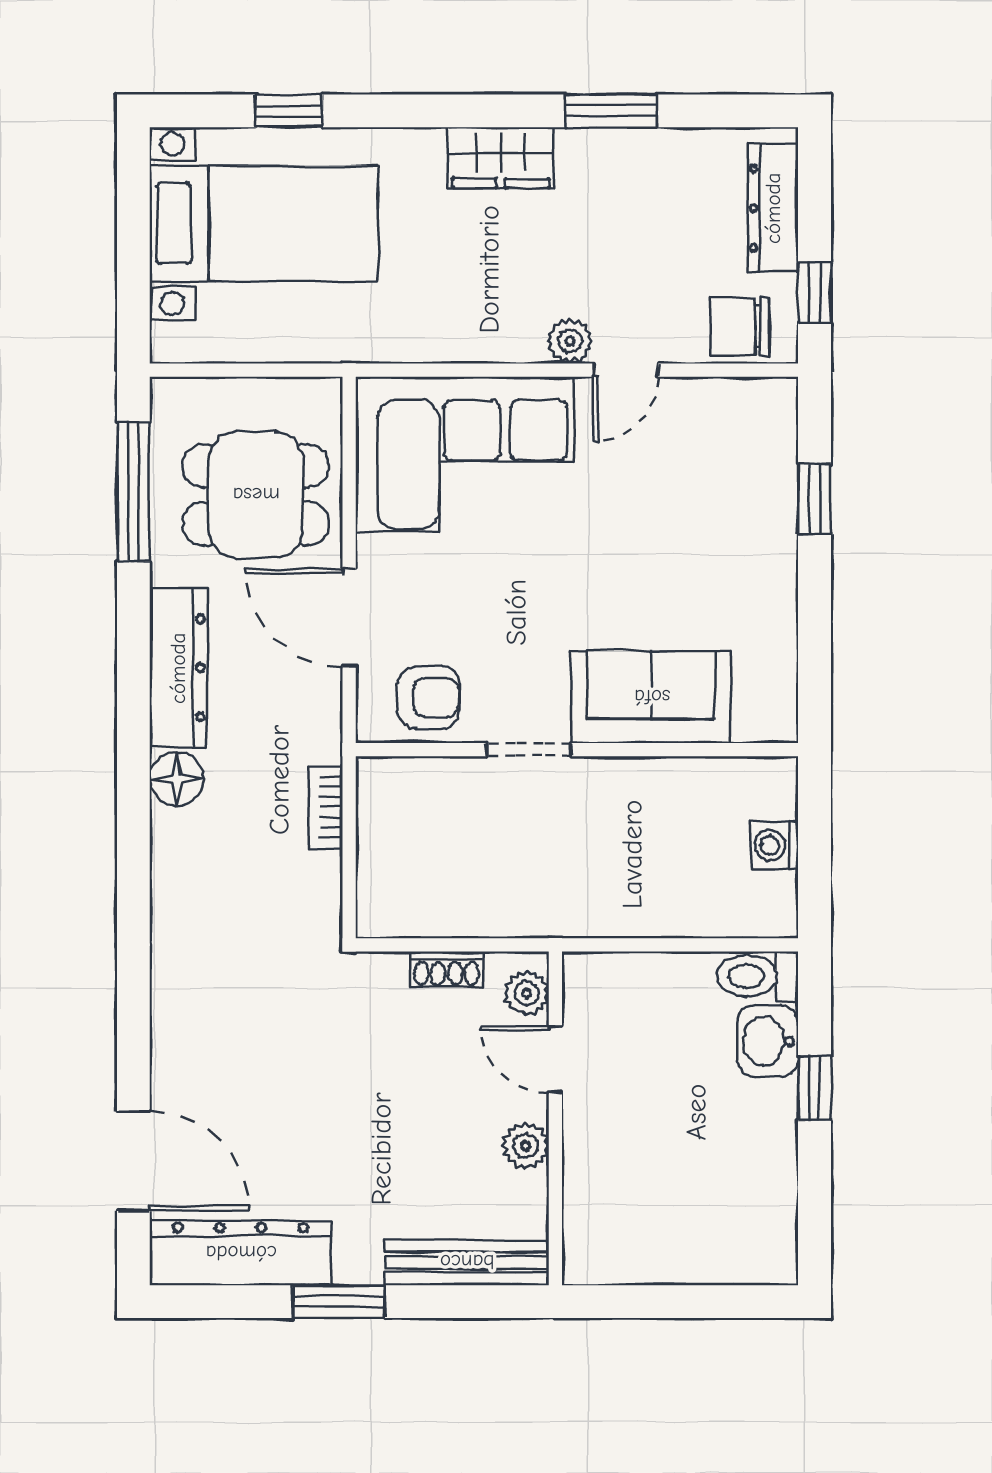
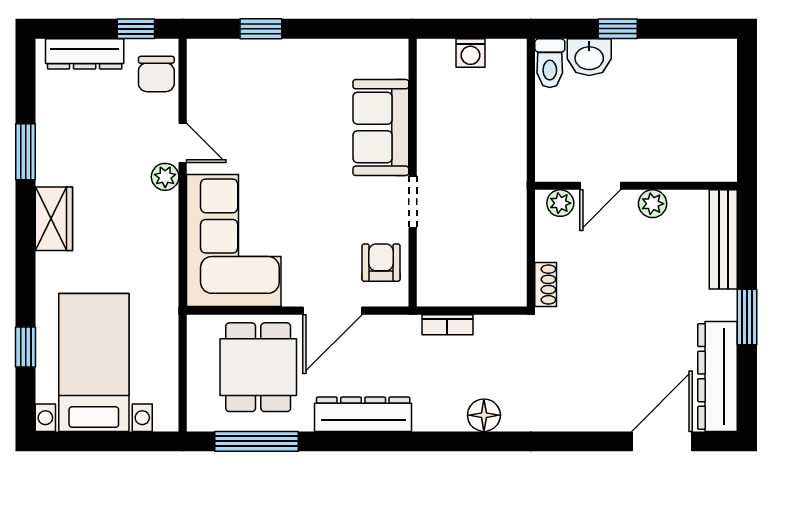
floor lamp: (177, 779) -> (484, 415), moved
shoe rack: (447, 969) -> (546, 284), moved

